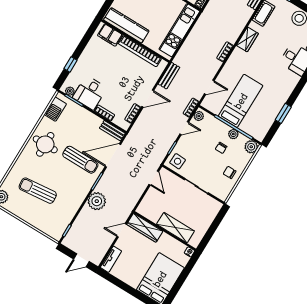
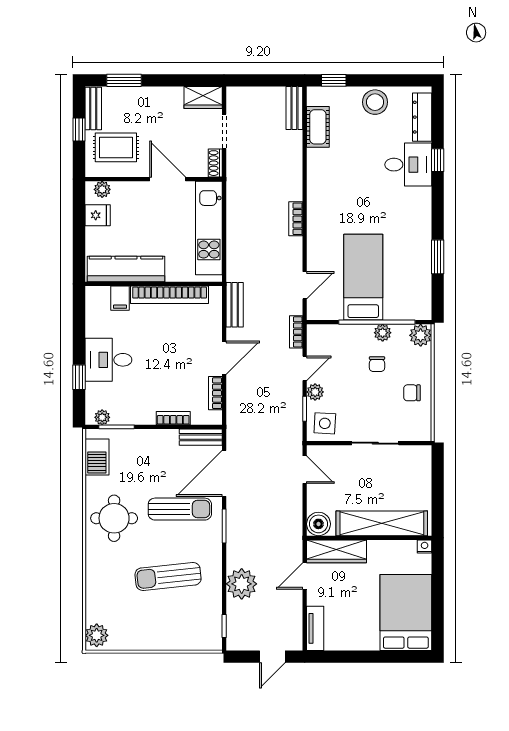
filing cabinet: (110, 35) -> (120, 298), width x0.50
wardrobe: (247, 39) -> (318, 180), removed
desk: (90, 93) -> (108, 360), moved, turned 90
plant: (199, 116) -> (315, 392), moved
sun lounger: (38, 191) -> (168, 576), moved
plant: (97, 201) -> (242, 584), moved
boiler: (144, 209) -> (318, 524), added
shelving: (175, 228) -> (382, 523), width x1.47

